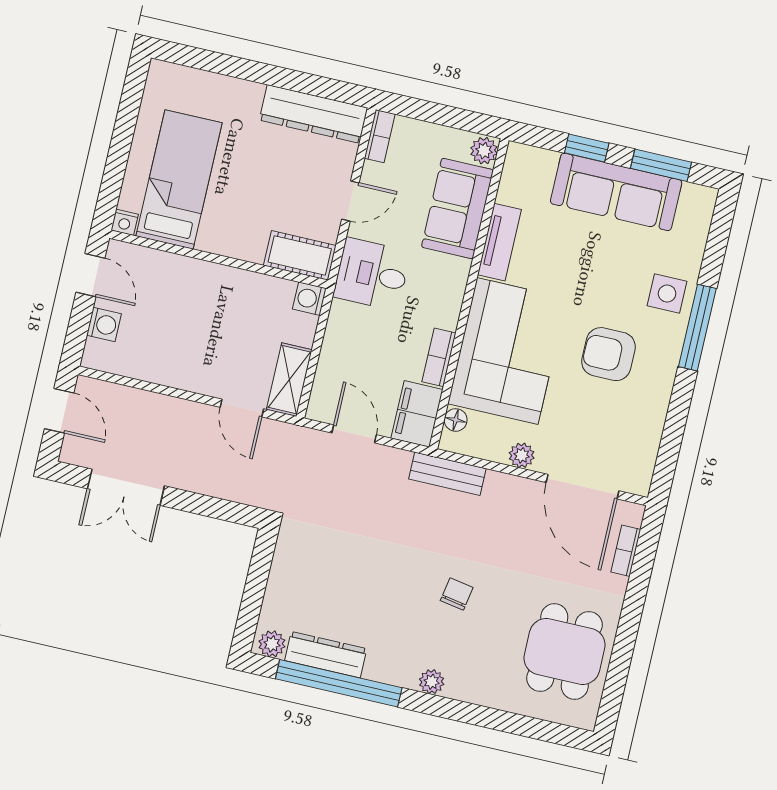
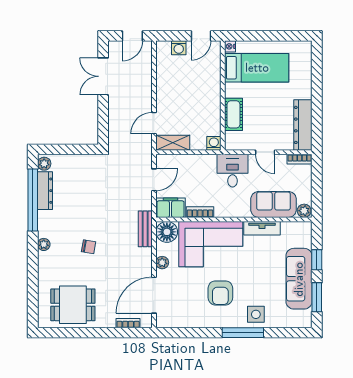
cot: (300, 255) -> (234, 114), moved
armchair: (608, 354) -> (220, 293), turned 180
floor lamp: (456, 420) -> (167, 232), width x1.89, depth x1.89

